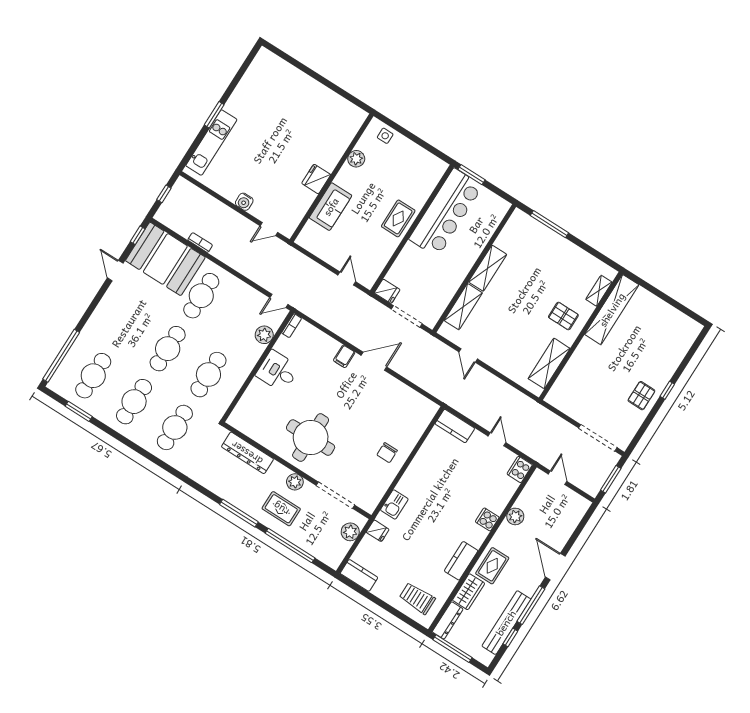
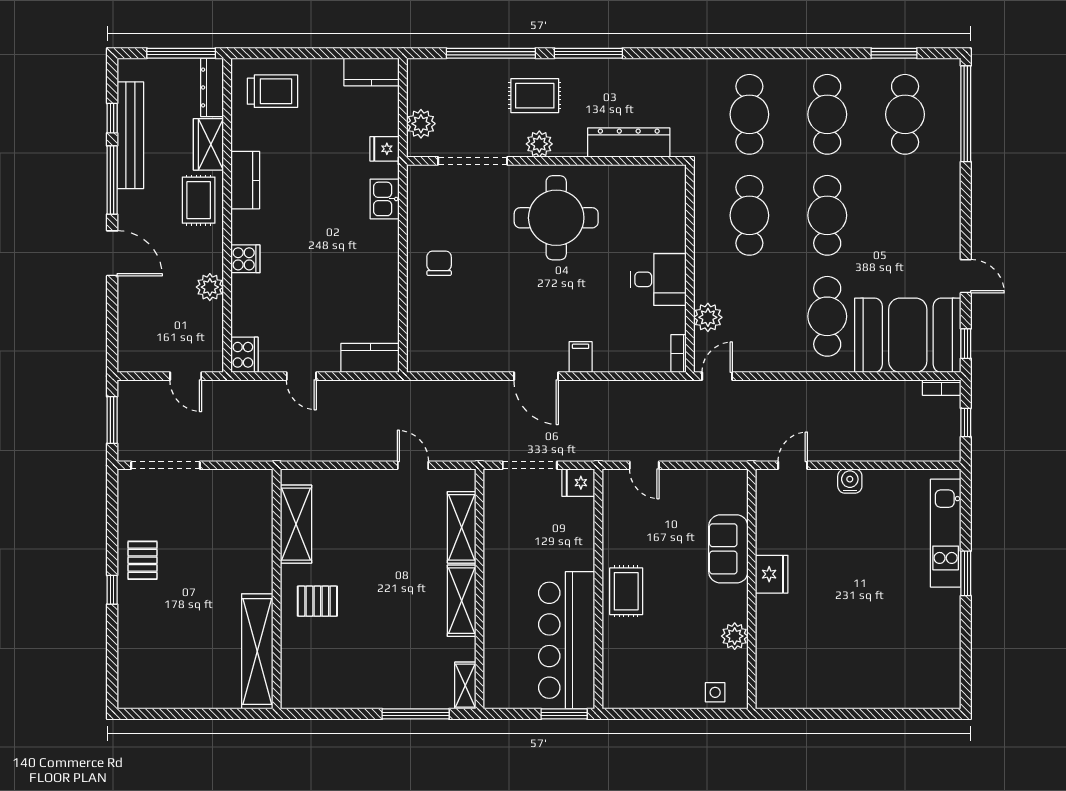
bookcase: (200, 243) -> (942, 388), moved
shelving: (599, 291) -> (465, 686), moved
door: (374, 361) -> (536, 376), hinge flipped

